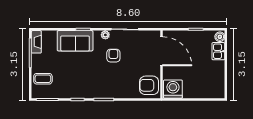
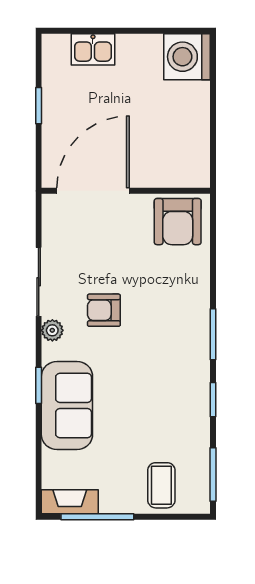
boiler: (220, 37) -> (57, 46), removed
washing machine: (173, 89) -> (187, 57), moved

